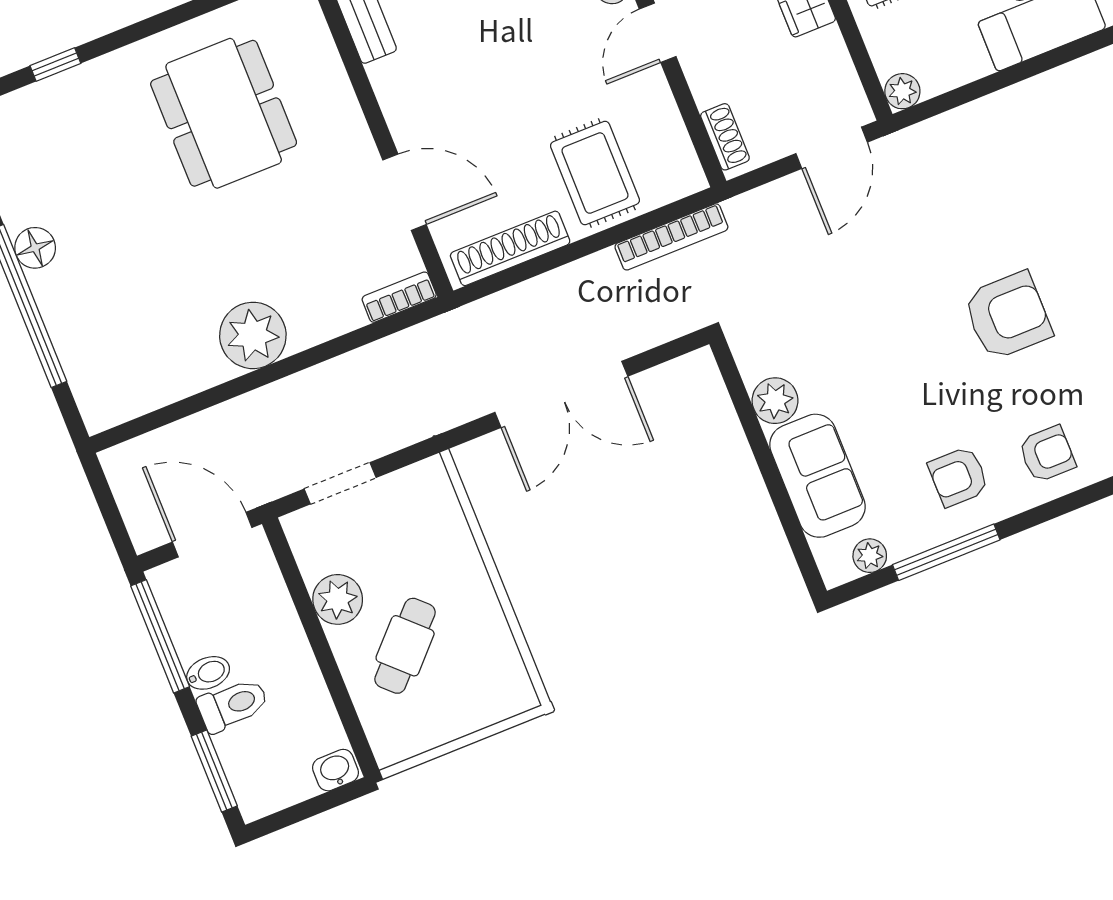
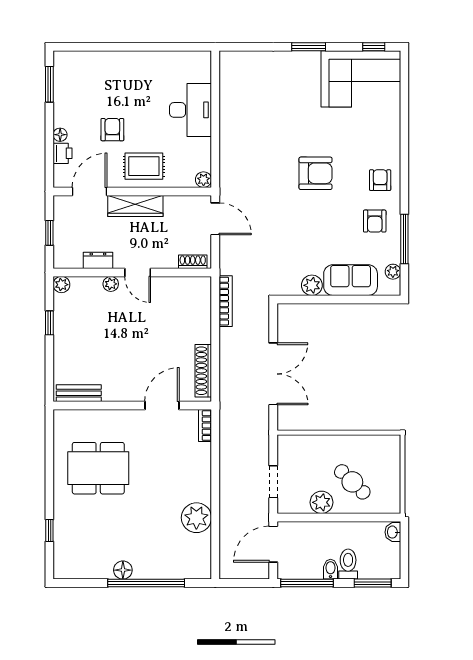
rug: (595, 173) -> (186, 322), removed
armchair: (1008, 316) -> (315, 173), turned 90
plant: (253, 335) -> (196, 518), moved

